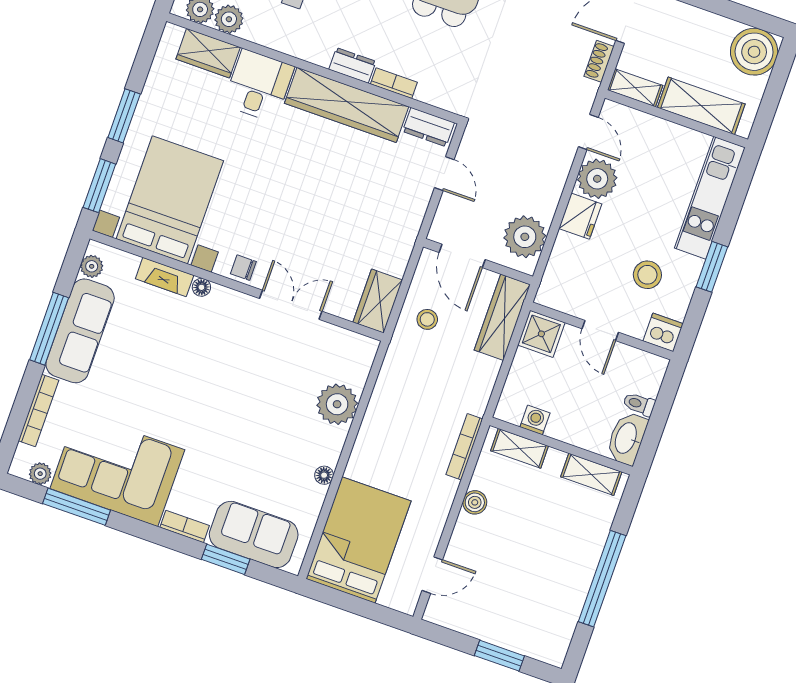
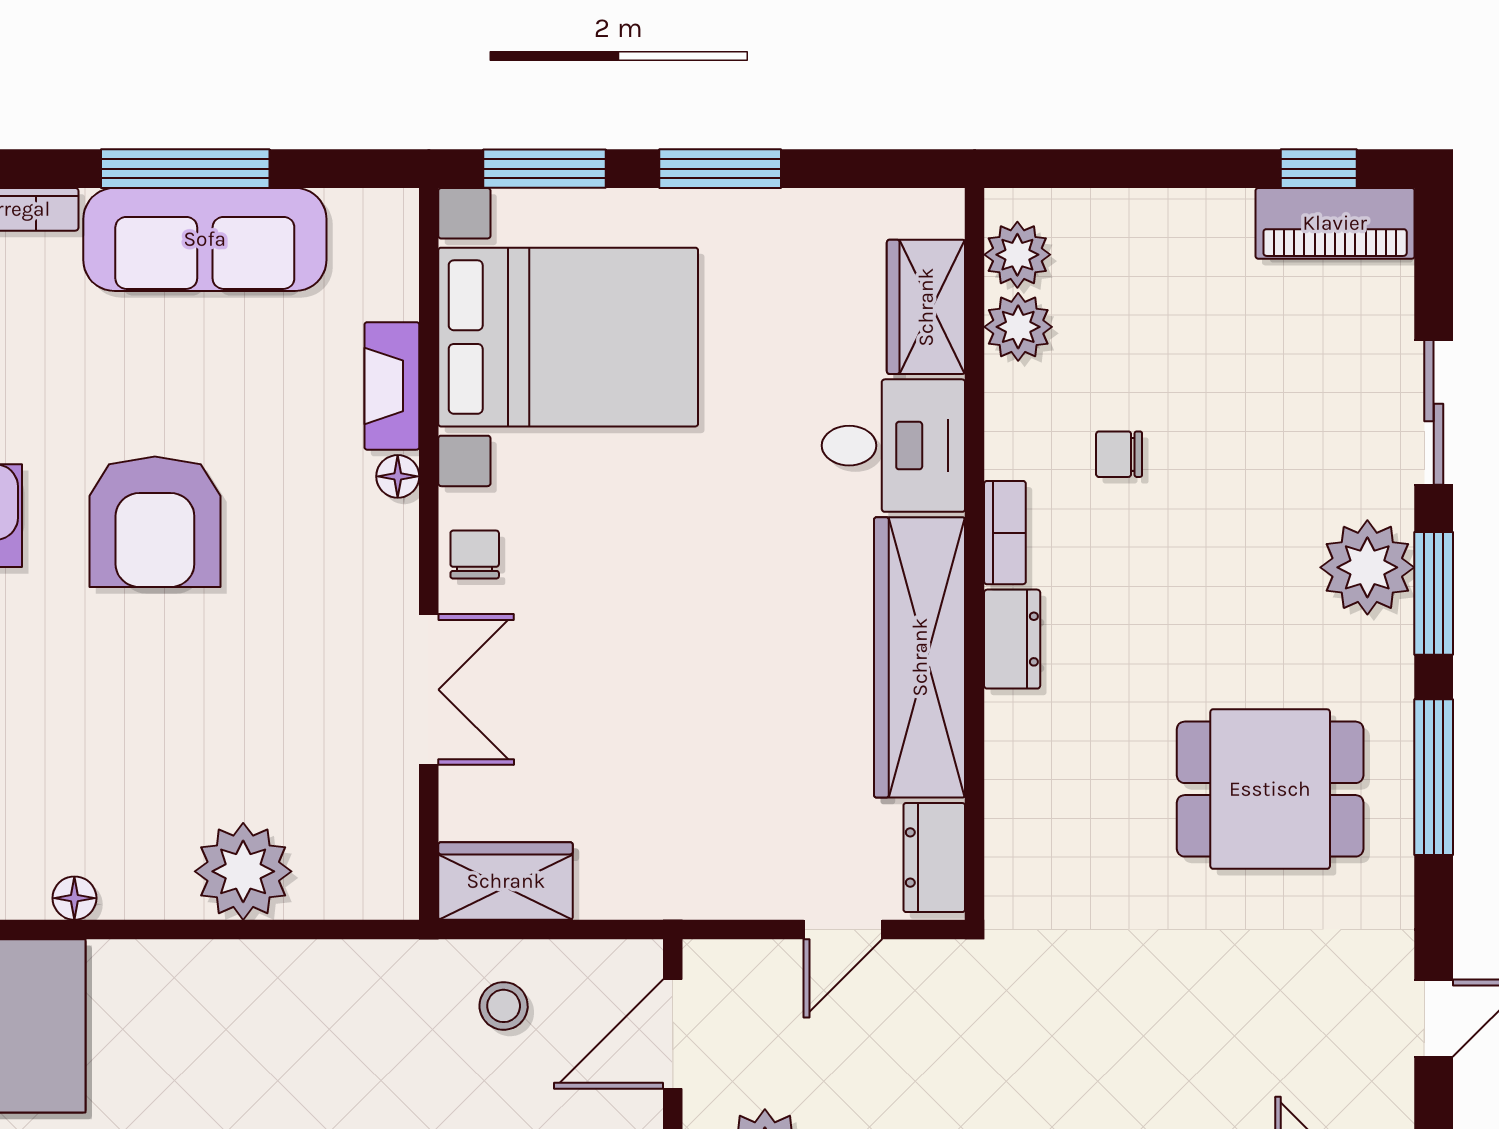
bookcase: (394, 83) -> (1005, 533), moved
plant: (92, 266) -> (358, 215), removed
armchair: (185, 390) -> (155, 522), added

